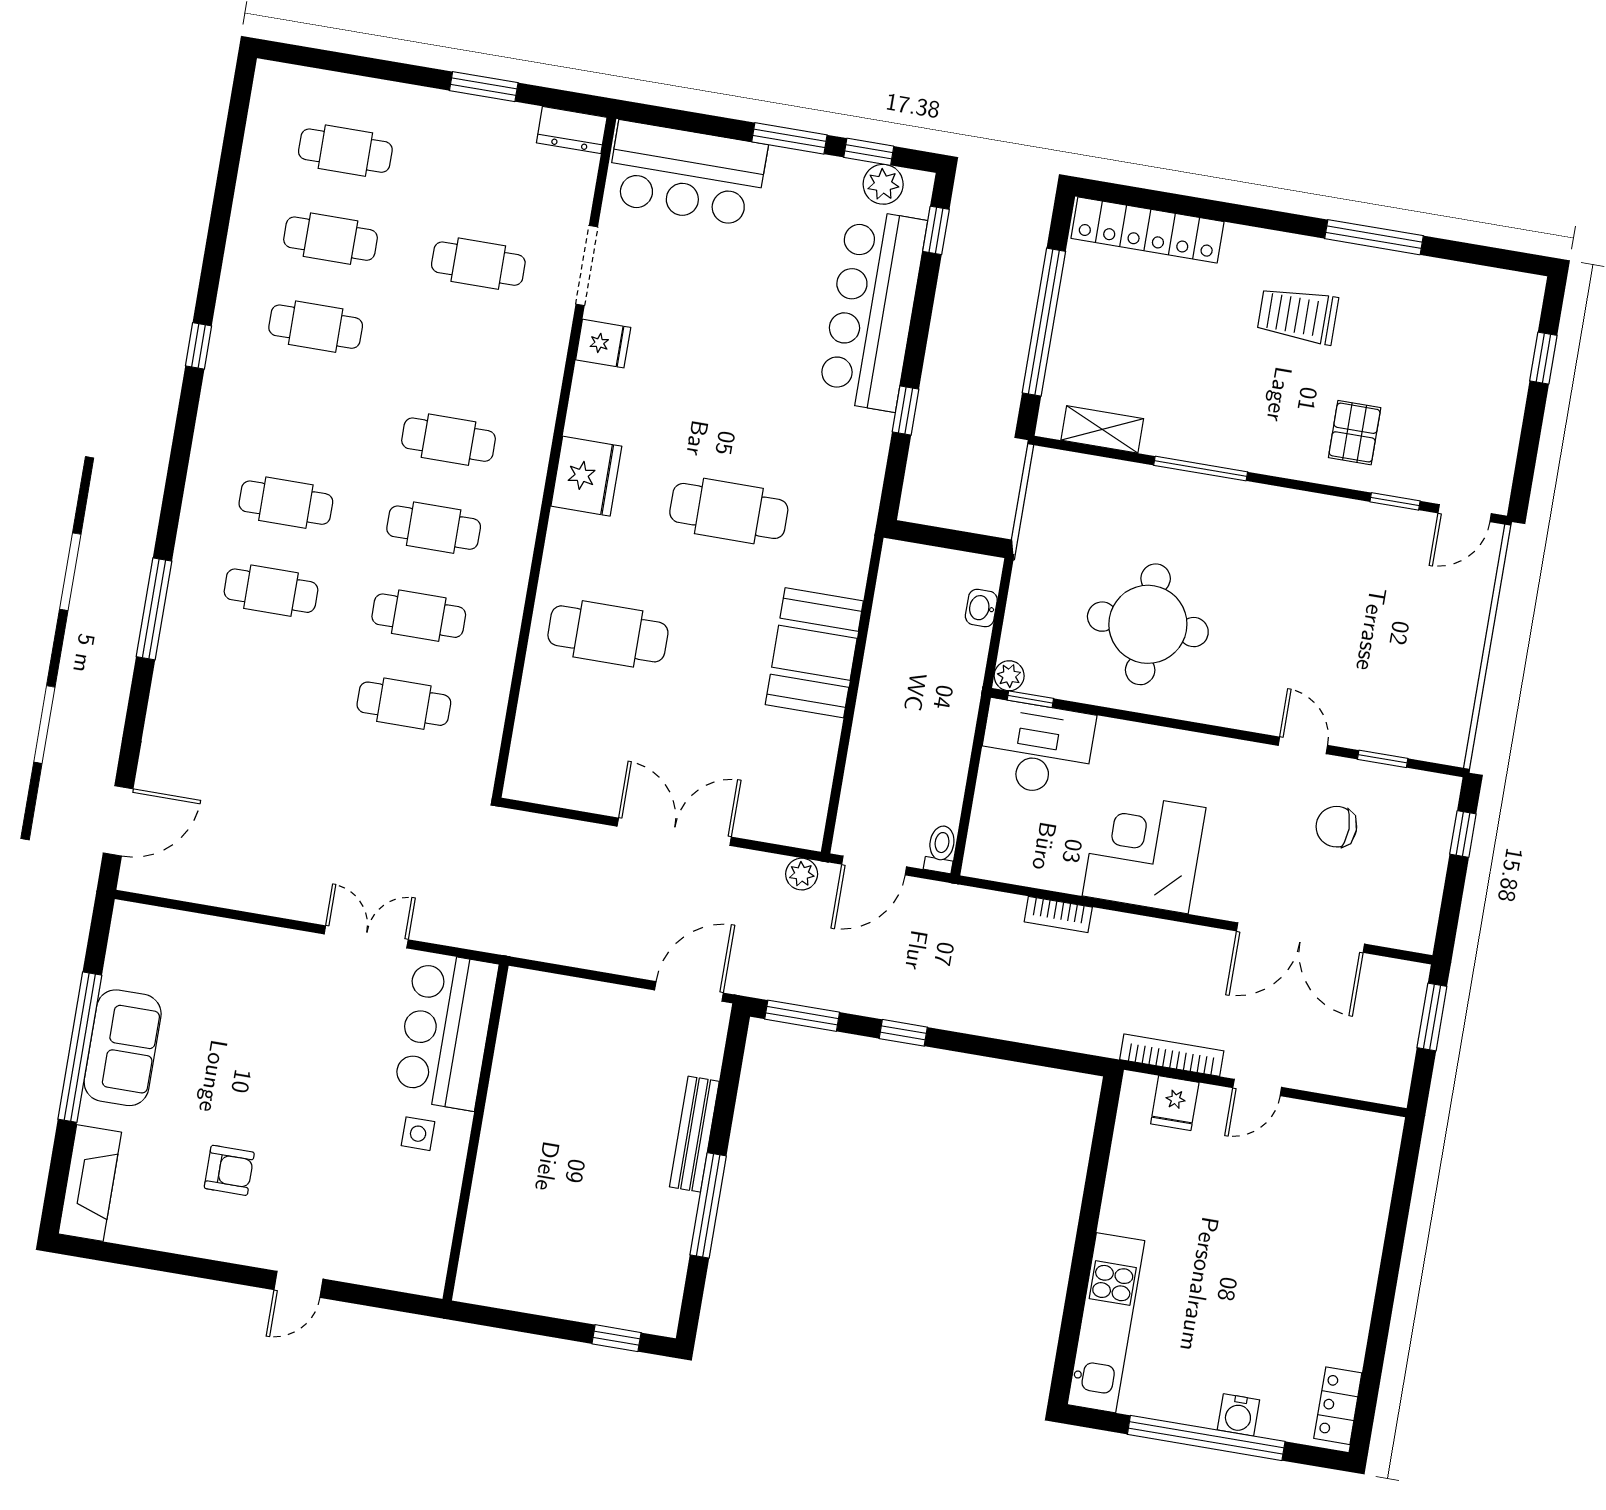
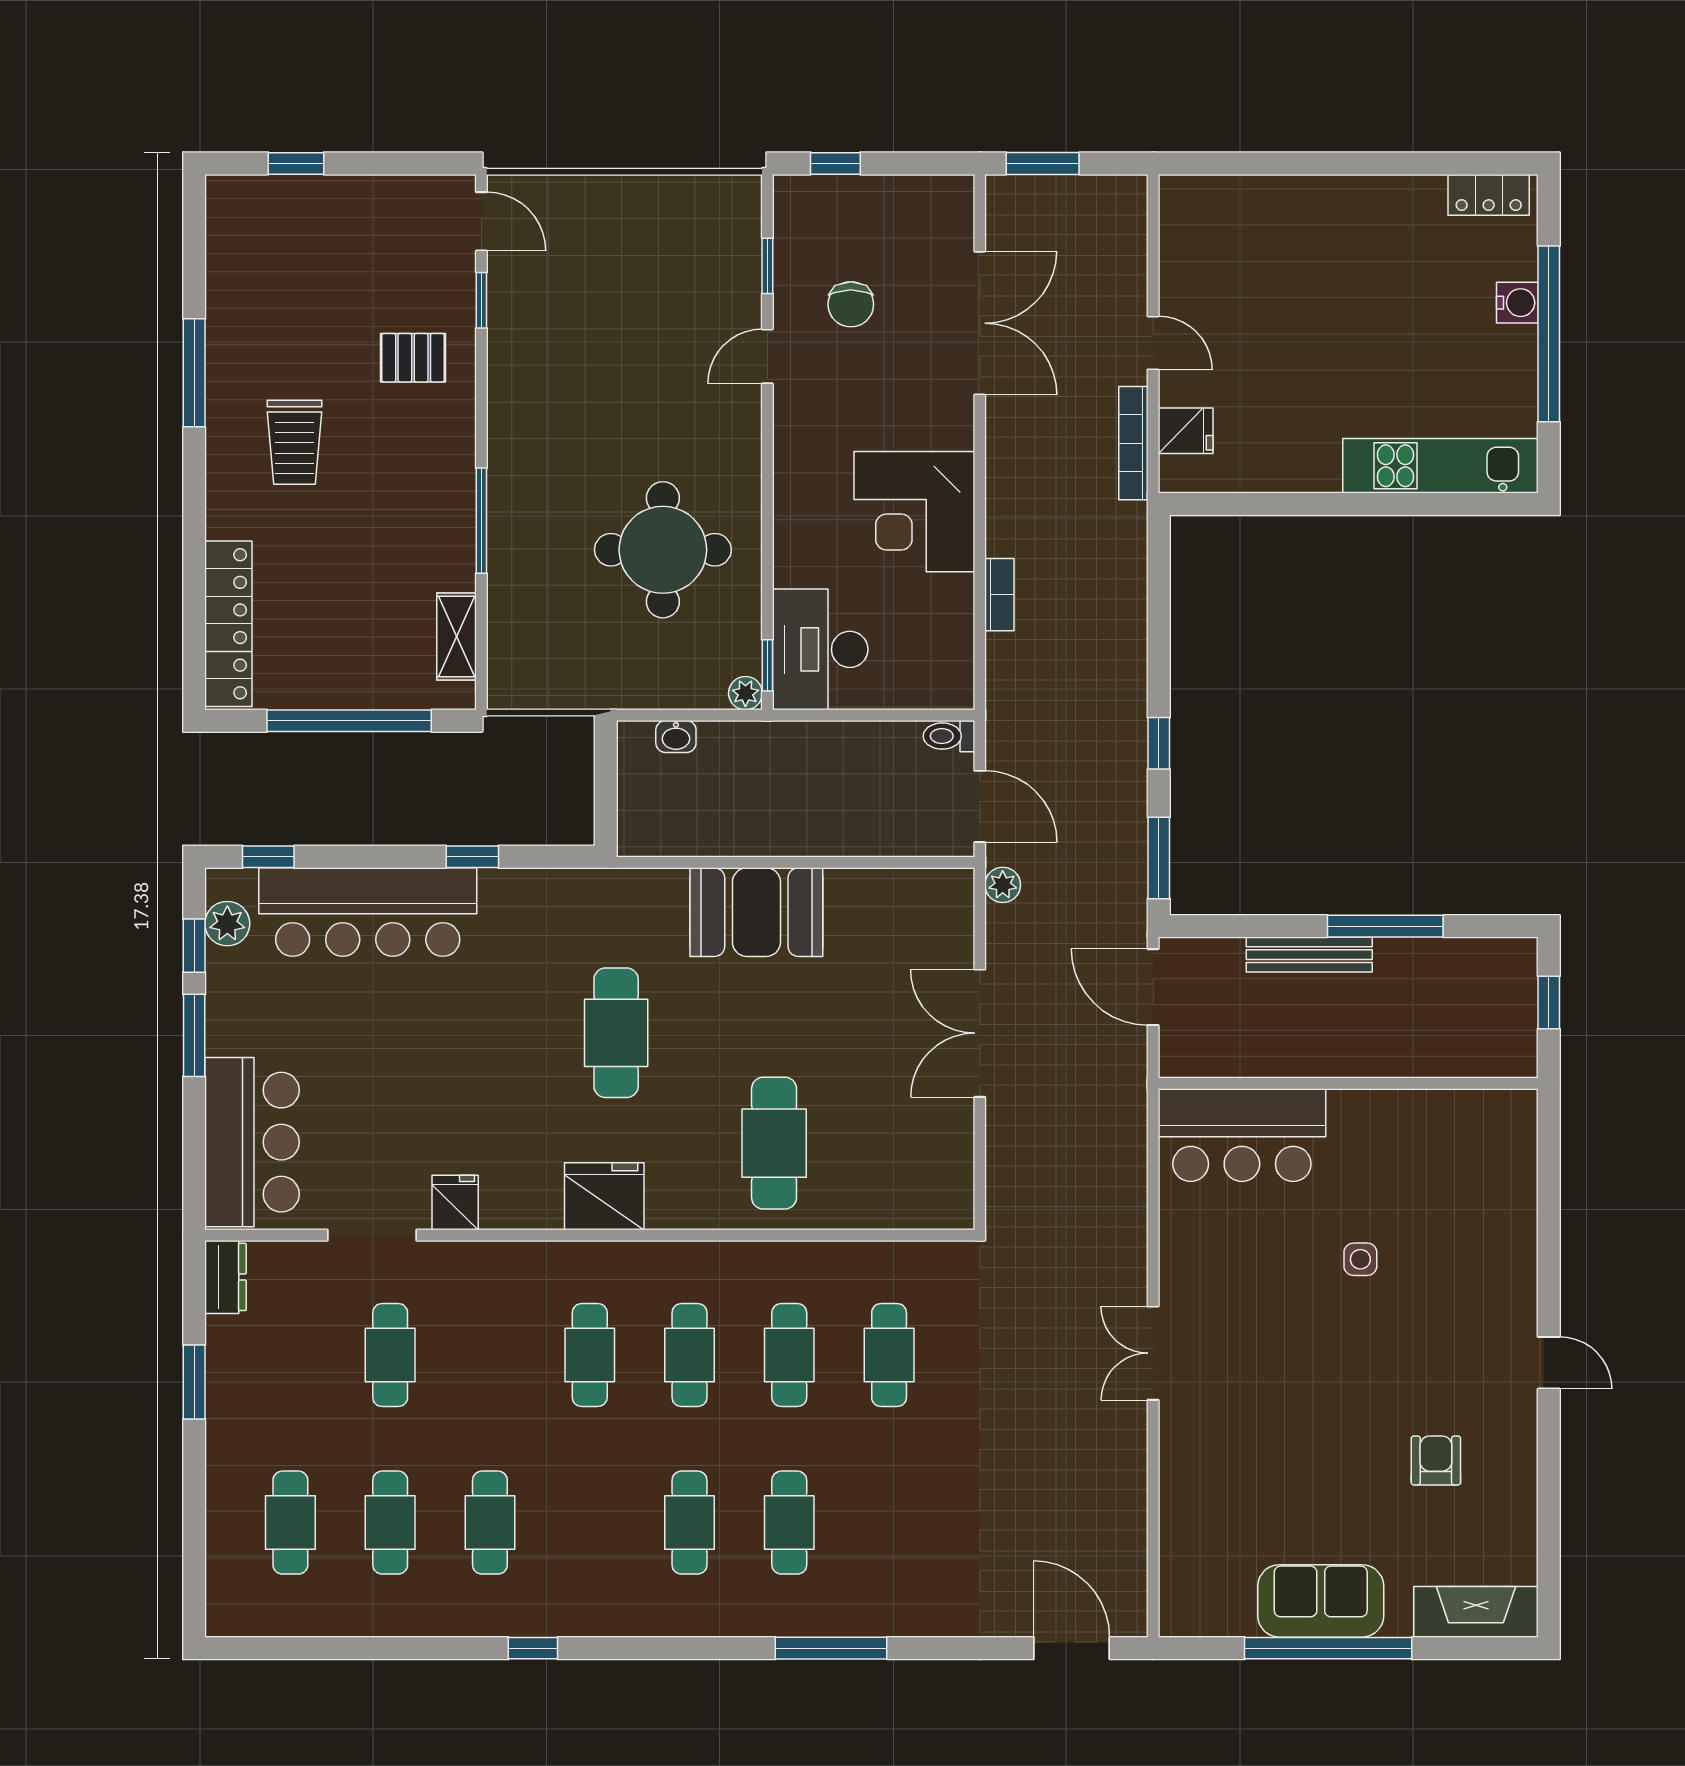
bar counter: (446, 1031) -> (1242, 1135), moved
wall: (476, 1132) -> (1348, 1083), moved

